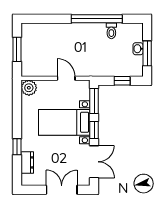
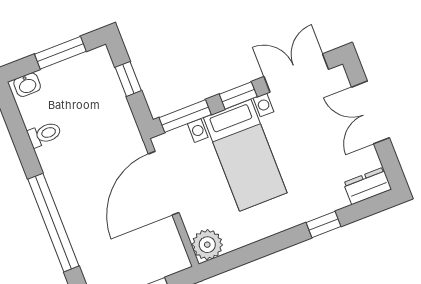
window: (97, 19) -> (53, 223), moved
washbasin: (138, 49) -> (27, 85), moved
door: (66, 78) -> (164, 183), width x1.87
dresser: (27, 162) -> (367, 186), moved

